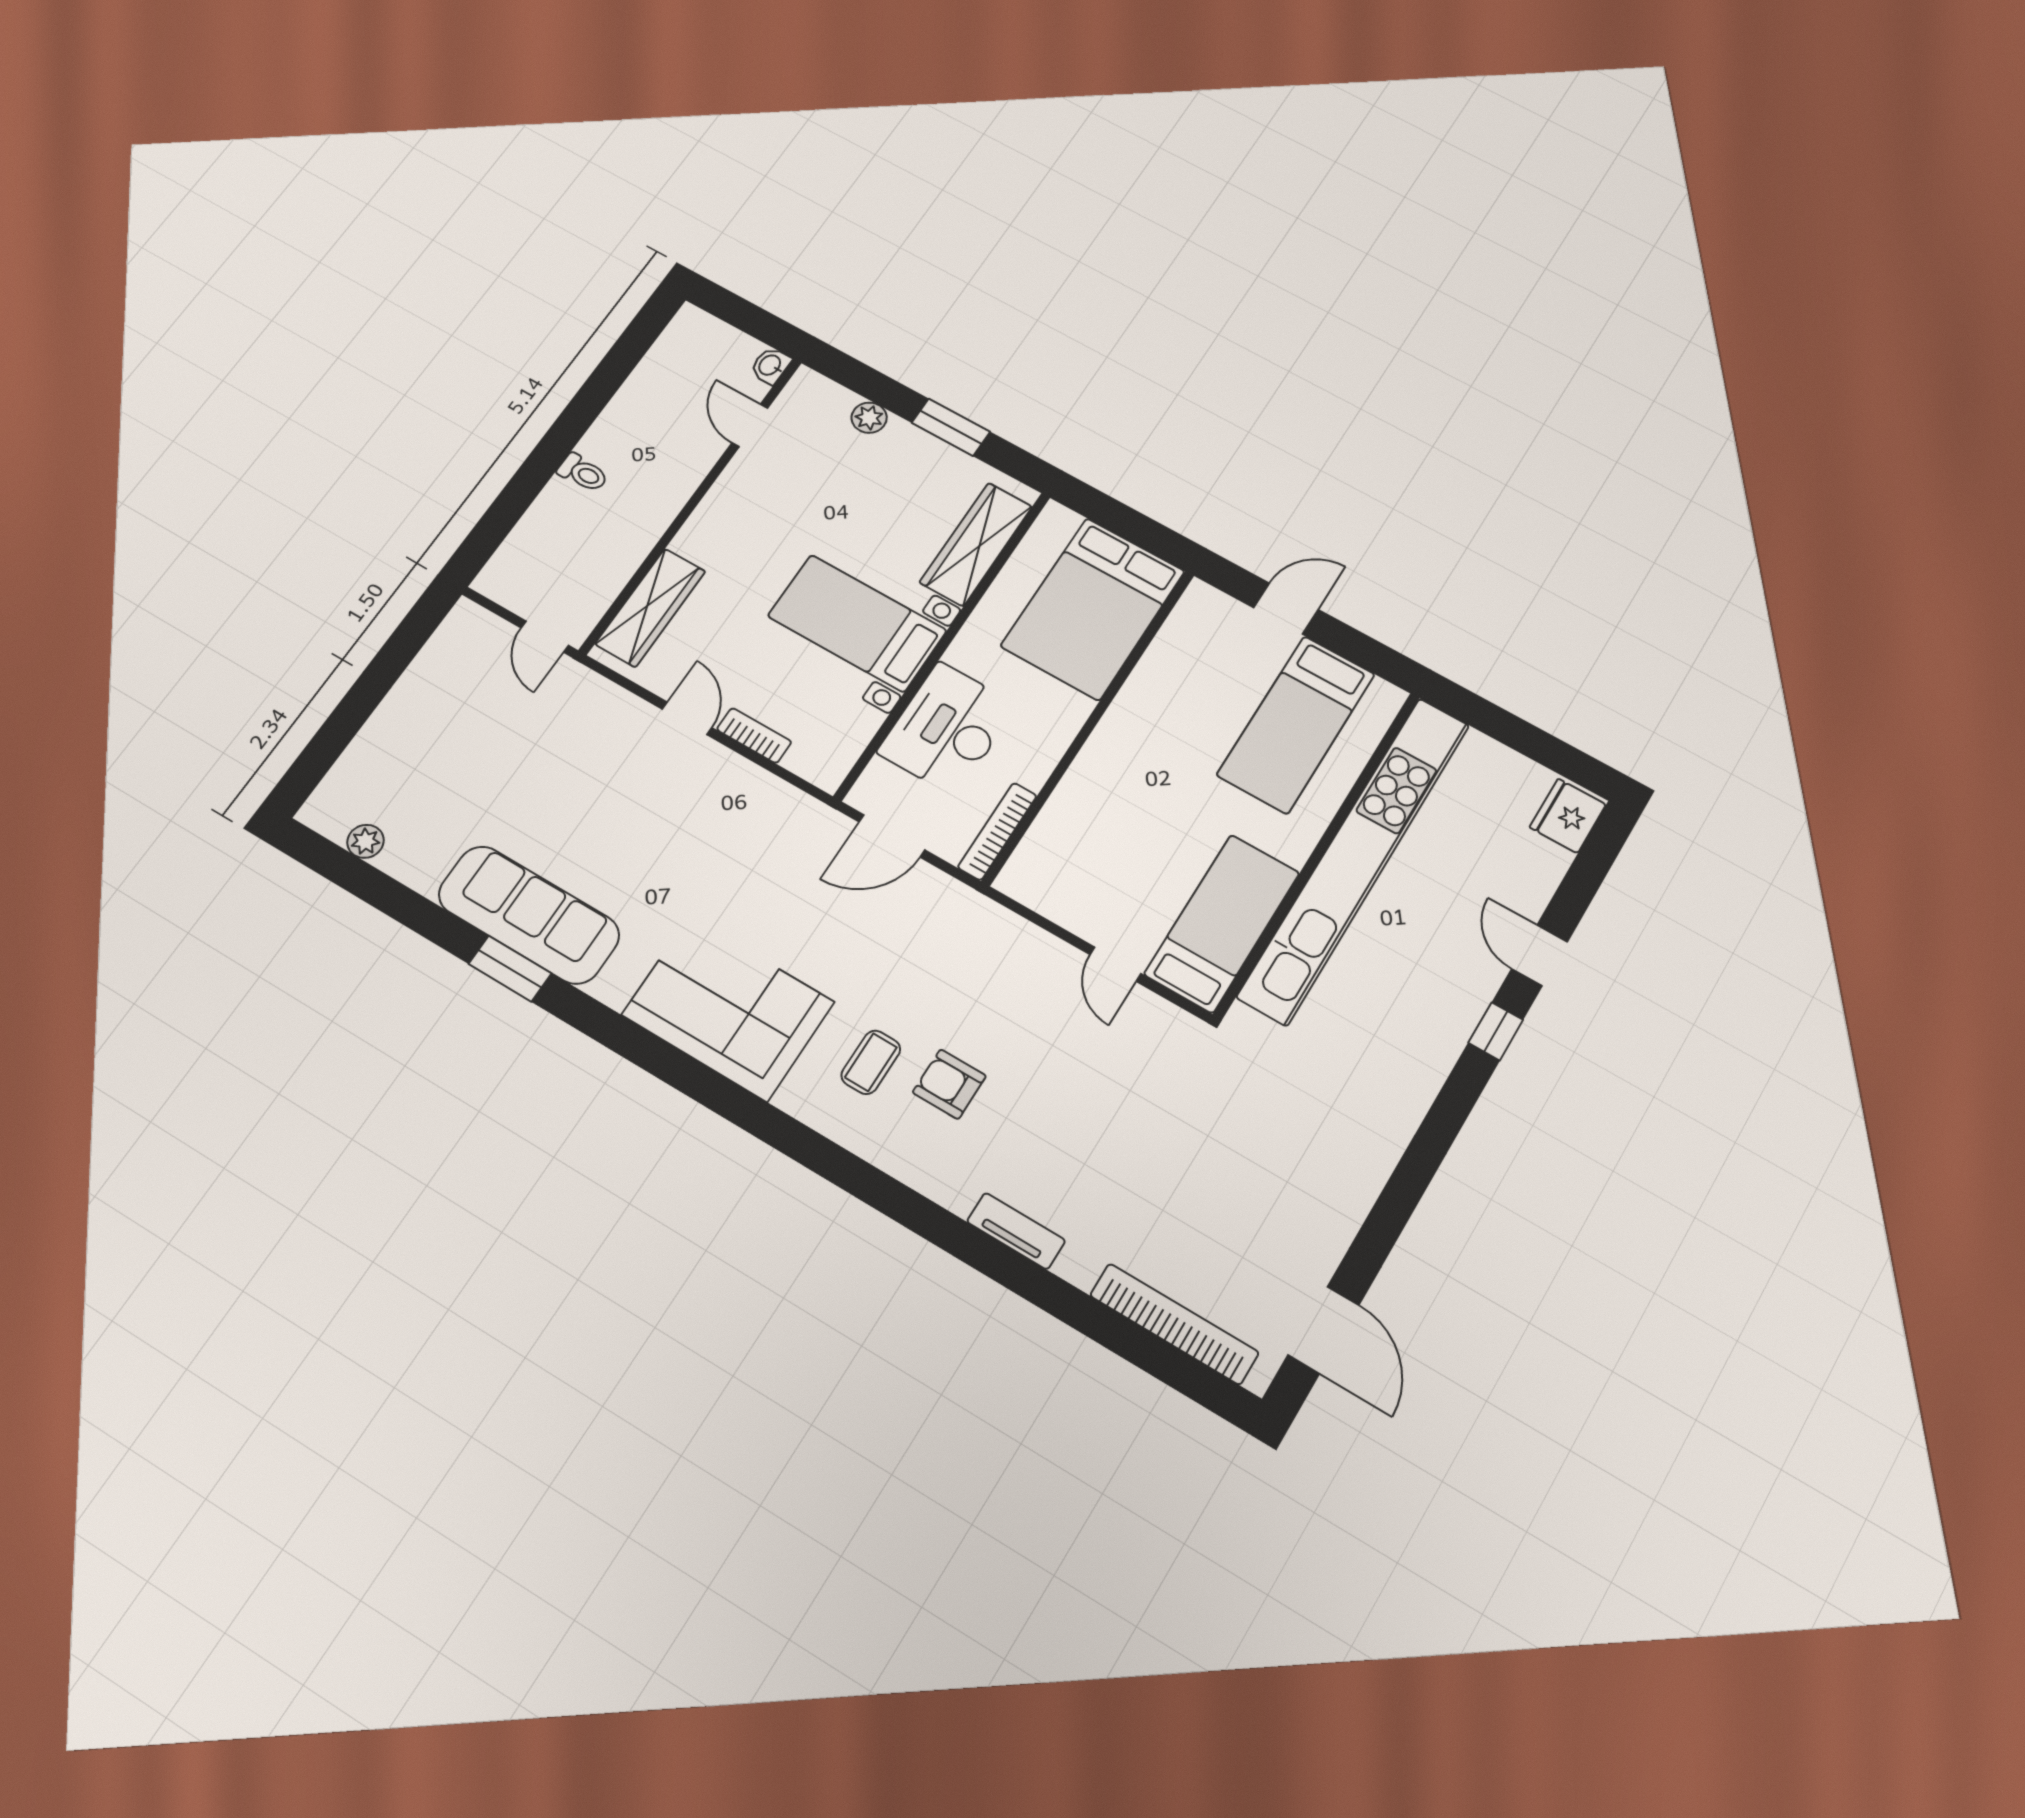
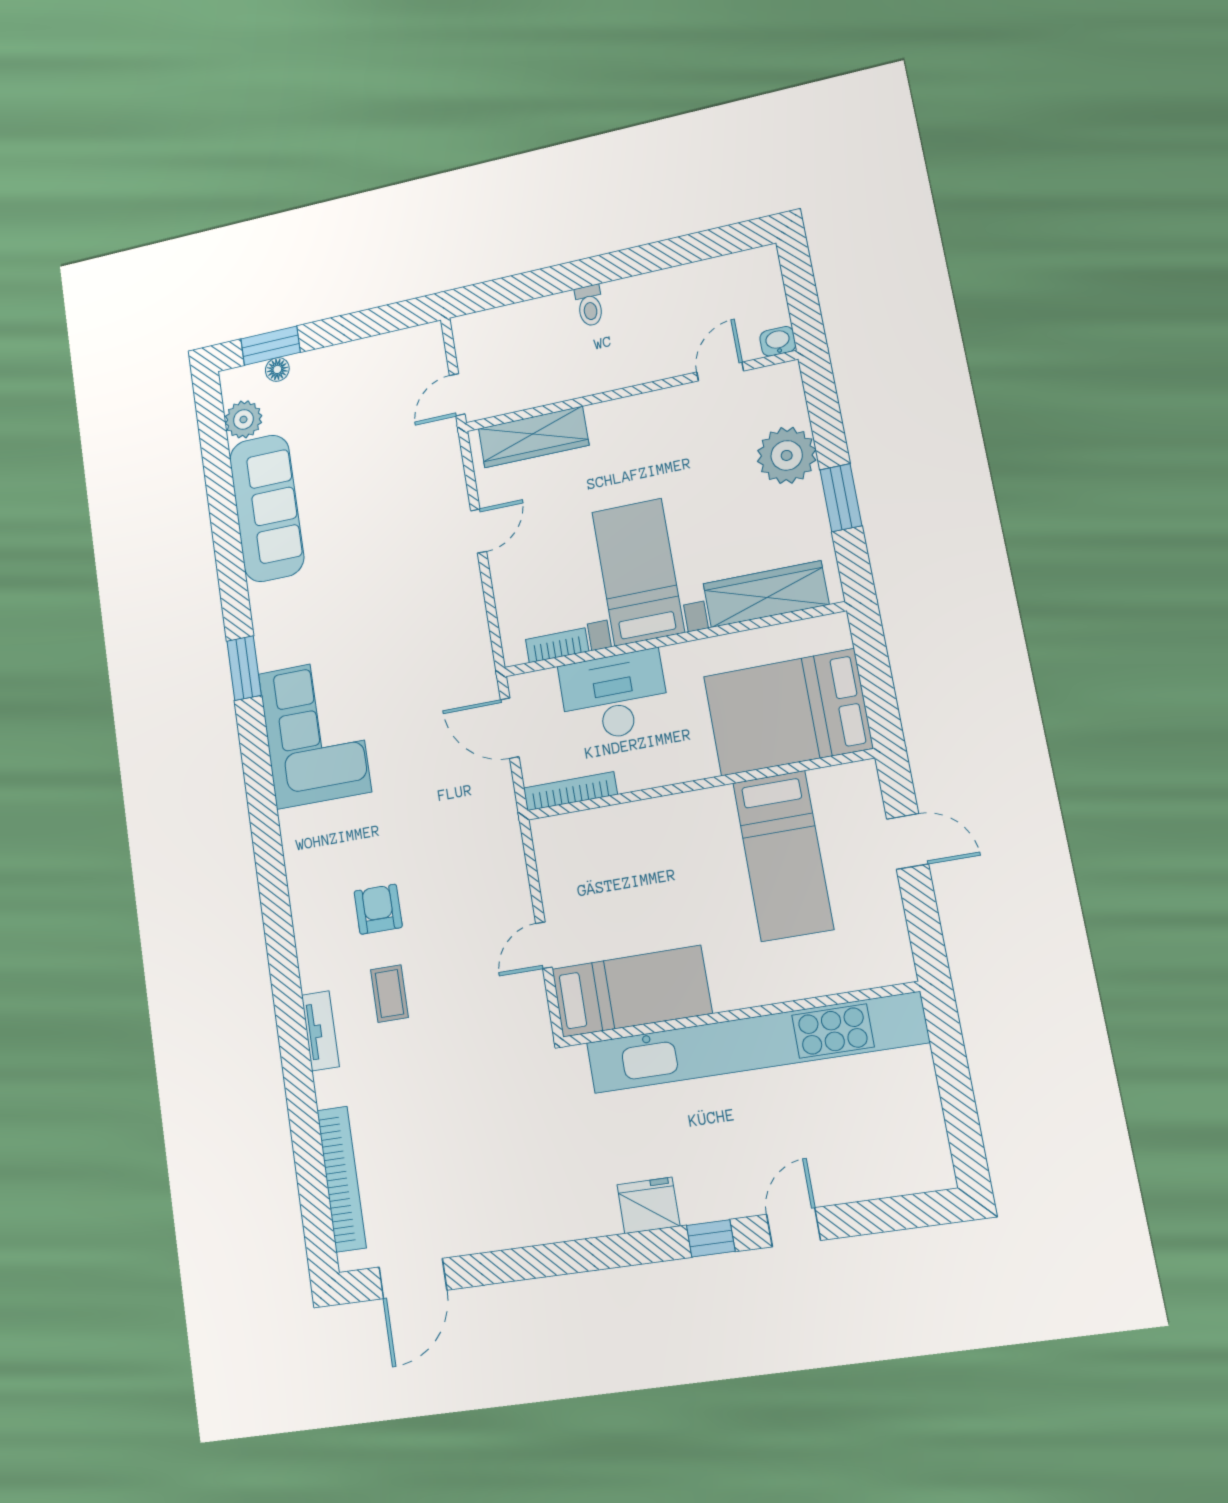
plant: (869, 418) -> (787, 455), width x1.87, depth x1.87
bed: (1296, 724) -> (783, 856), moved, turned -90
bookcase: (754, 736) -> (557, 645), moved, turned -90
window: (321, 753) -> (271, 346), added
floor lamp: (350, 765) -> (277, 369), added
fridge: (1568, 816) -> (648, 1205), moved
plant: (365, 841) -> (243, 419), width x1.38, depth x1.38
sofa: (529, 915) -> (267, 508), moved
window: (510, 969) -> (244, 668), moved
coffee table: (871, 1062) -> (389, 994), moved, turned 90

